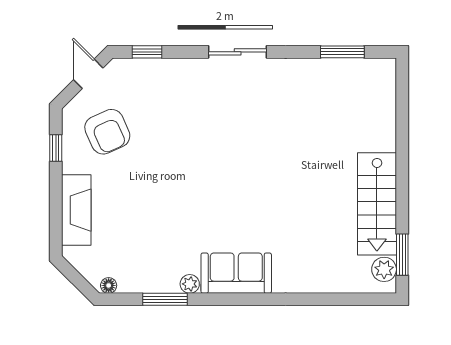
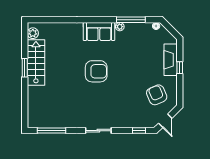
window: (342, 52) -> (51, 131), width x1.44
window: (56, 148) -> (180, 68), moved
armchair: (243, 184) -> (96, 71), added
window: (402, 255) -> (25, 68), moved
window: (165, 299) -> (131, 20), width x1.44

